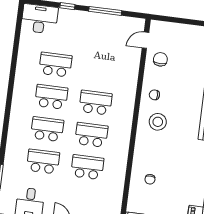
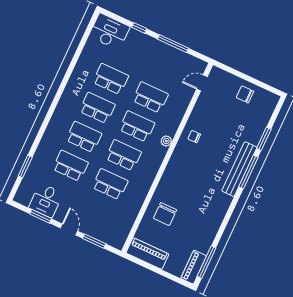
chair: (160, 59) -> (245, 94), moved, turned -90
school desk: (100, 70) -> (150, 97), added
plant: (129, 108) -> (166, 141), added
stool: (158, 122) -> (189, 163), removed
chair: (150, 179) -> (165, 214), width x1.87, depth x1.87

